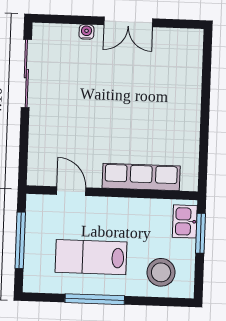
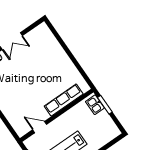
stool: (161, 272) -> (101, 133), removed

